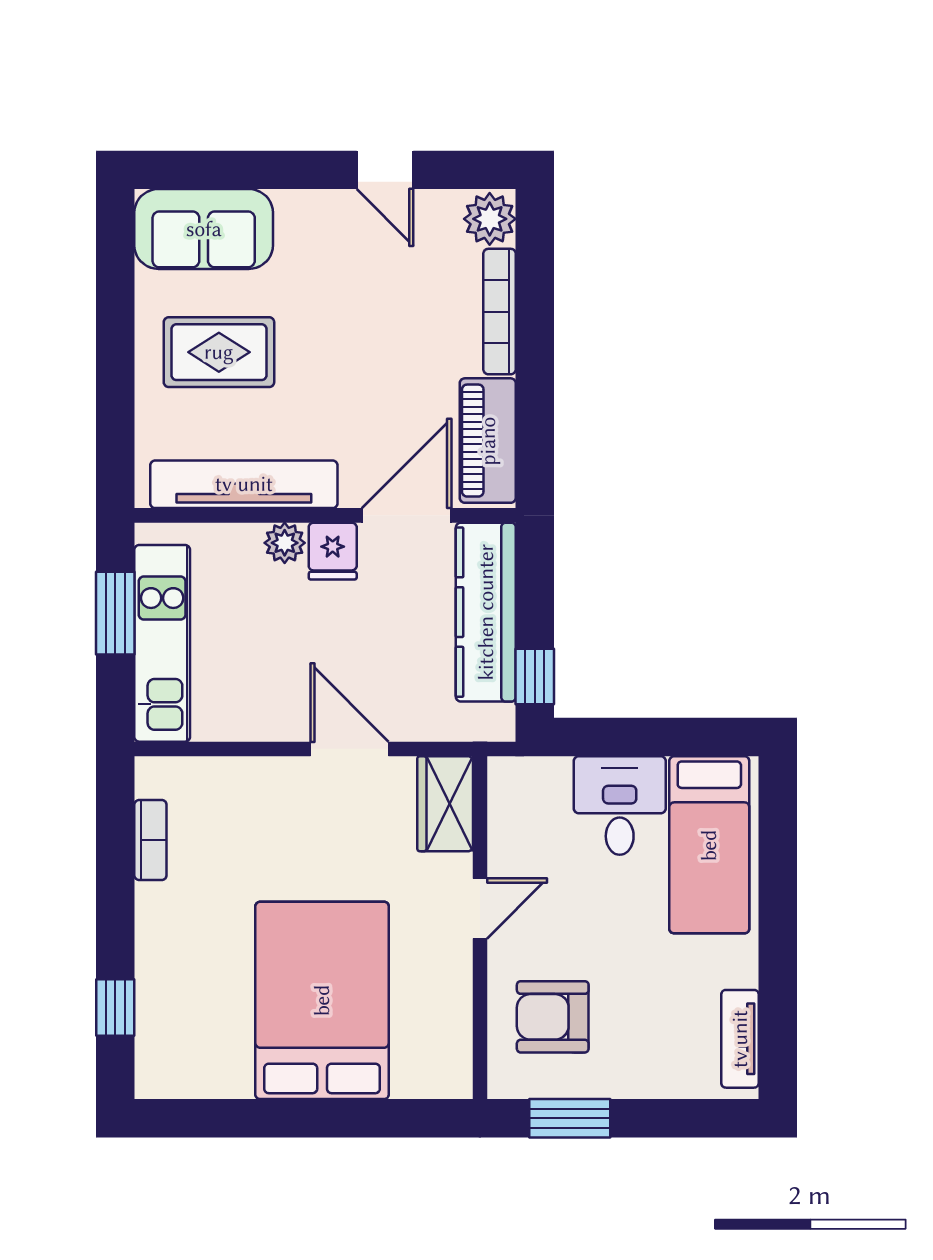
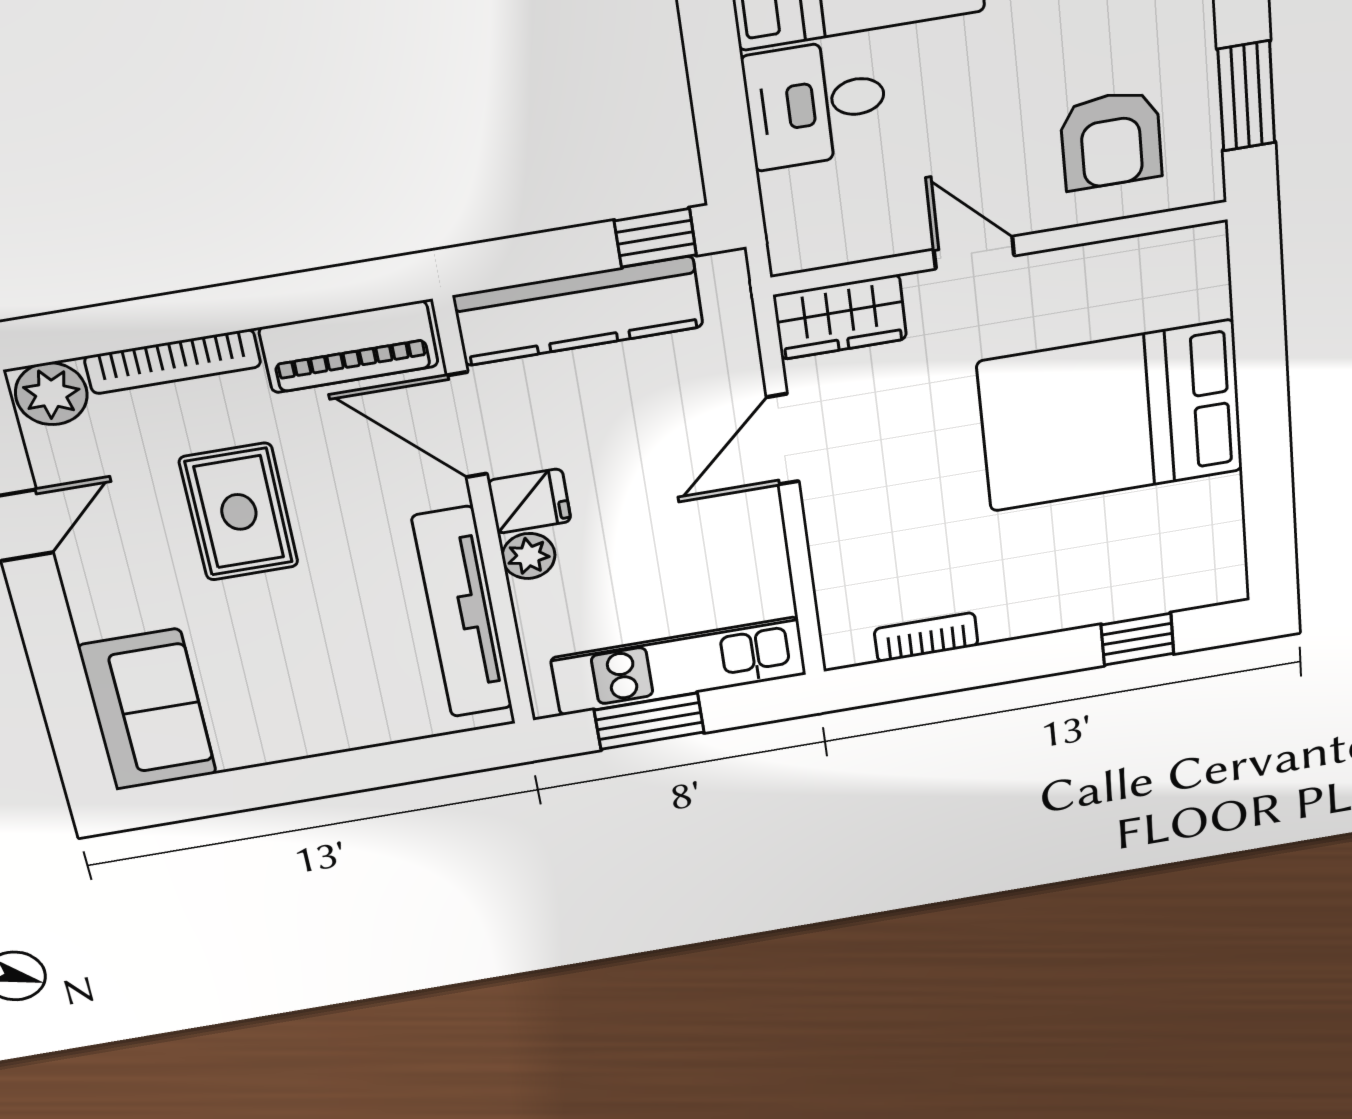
rug: (219, 352) -> (239, 512), moved

